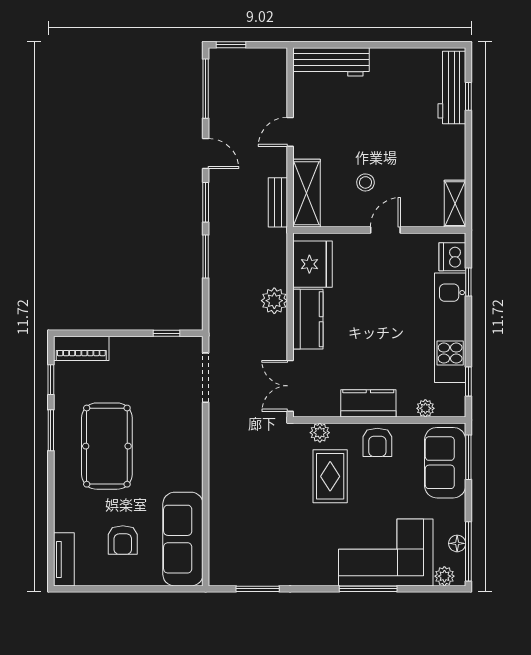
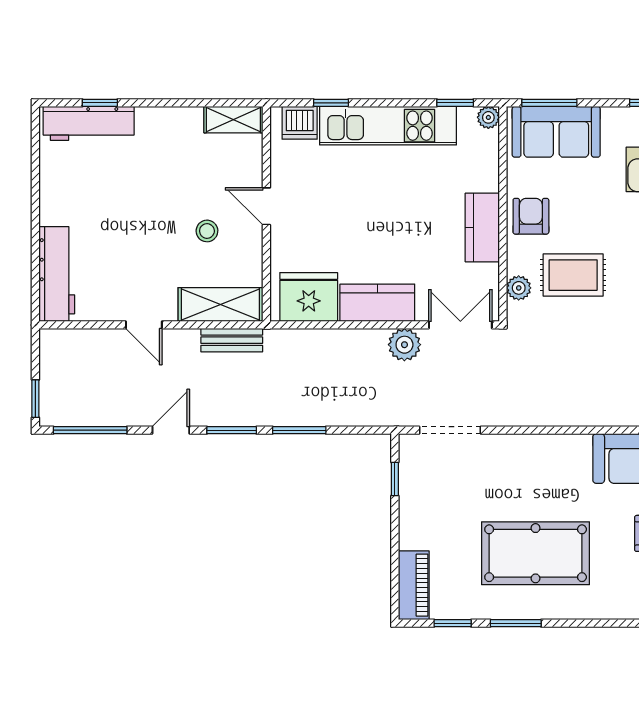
plant: (274, 301) -> (404, 345), moved
double door: (290, 386) -> (460, 325), swing flipped
plant: (425, 408) -> (488, 117), moved
armchair: (377, 442) -> (531, 216), turned -90

